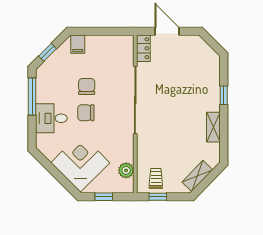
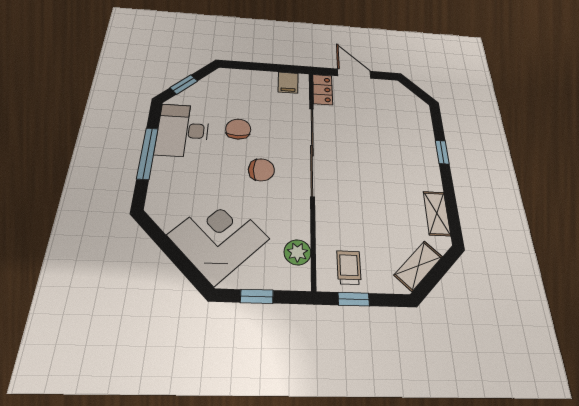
filing cabinet: (78, 44) -> (288, 83), moved
window: (32, 97) -> (148, 153), moved
chair: (86, 113) -> (261, 170), moved, turned 180
desk: (51, 118) -> (183, 130), moved, width x1.37
shelving: (213, 127) -> (437, 213), moved

